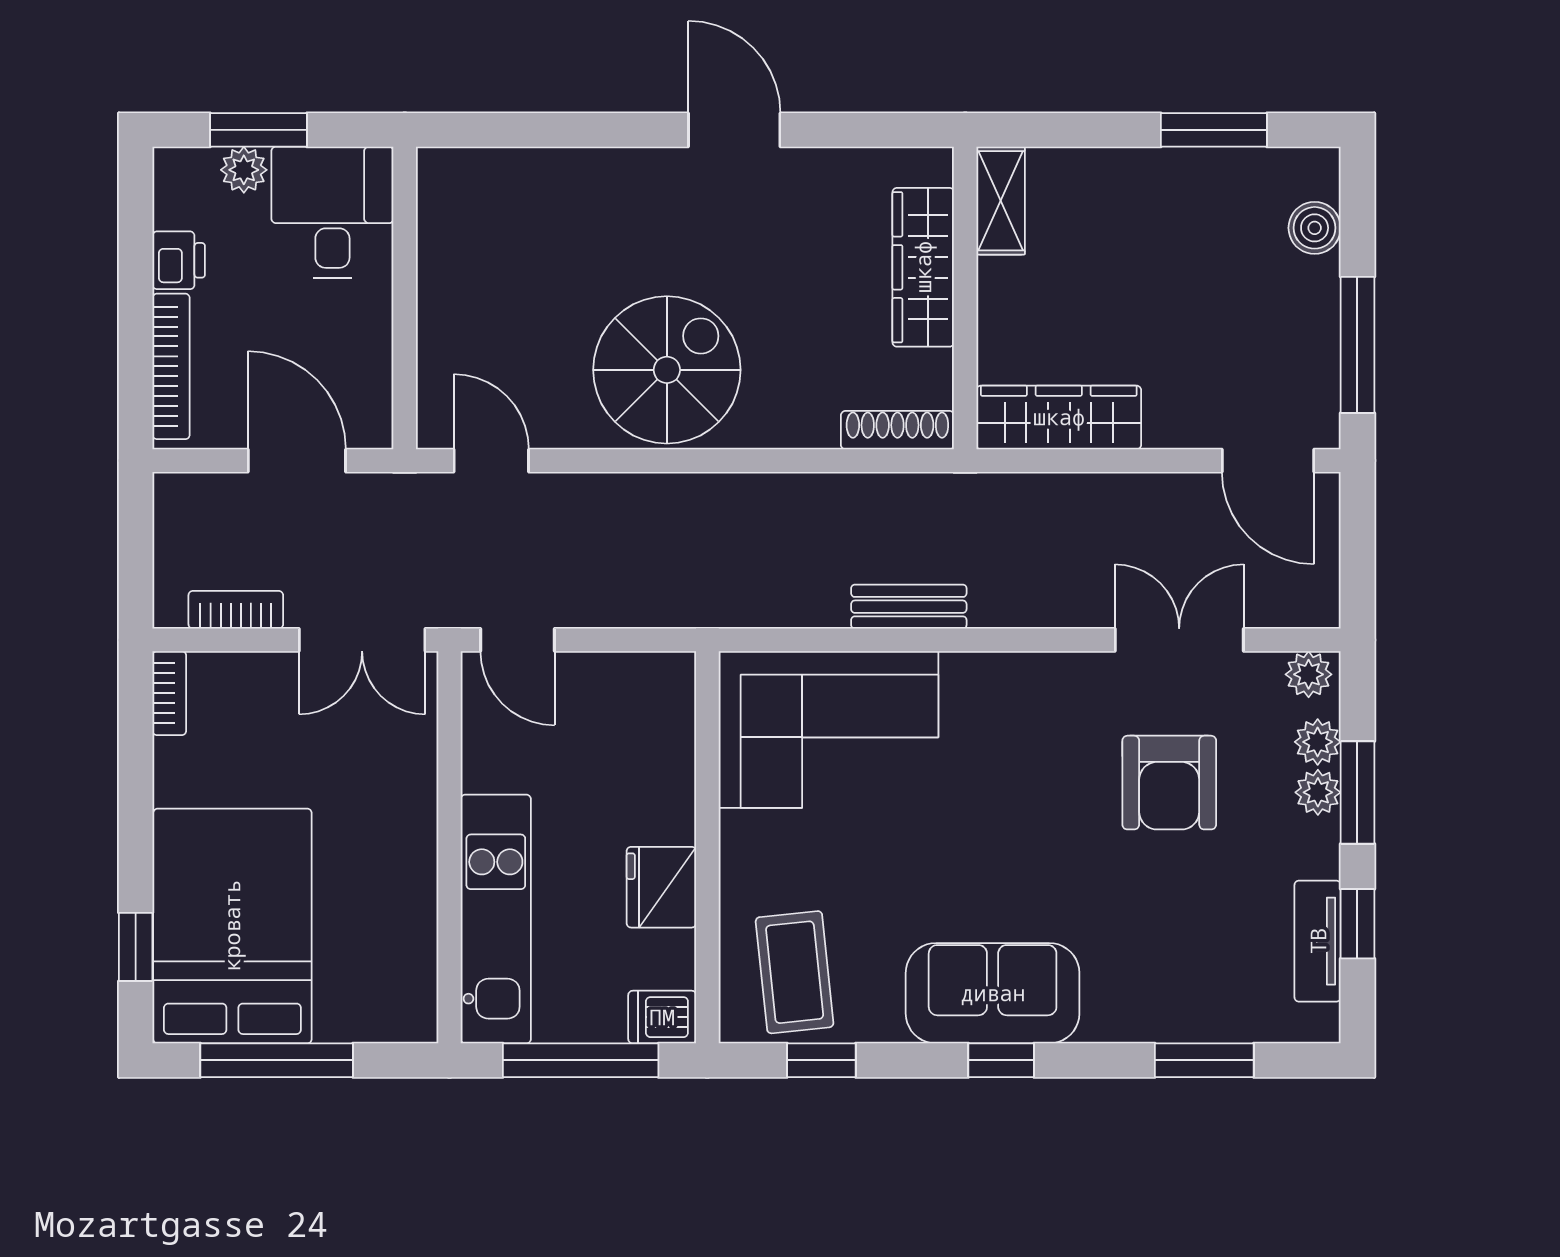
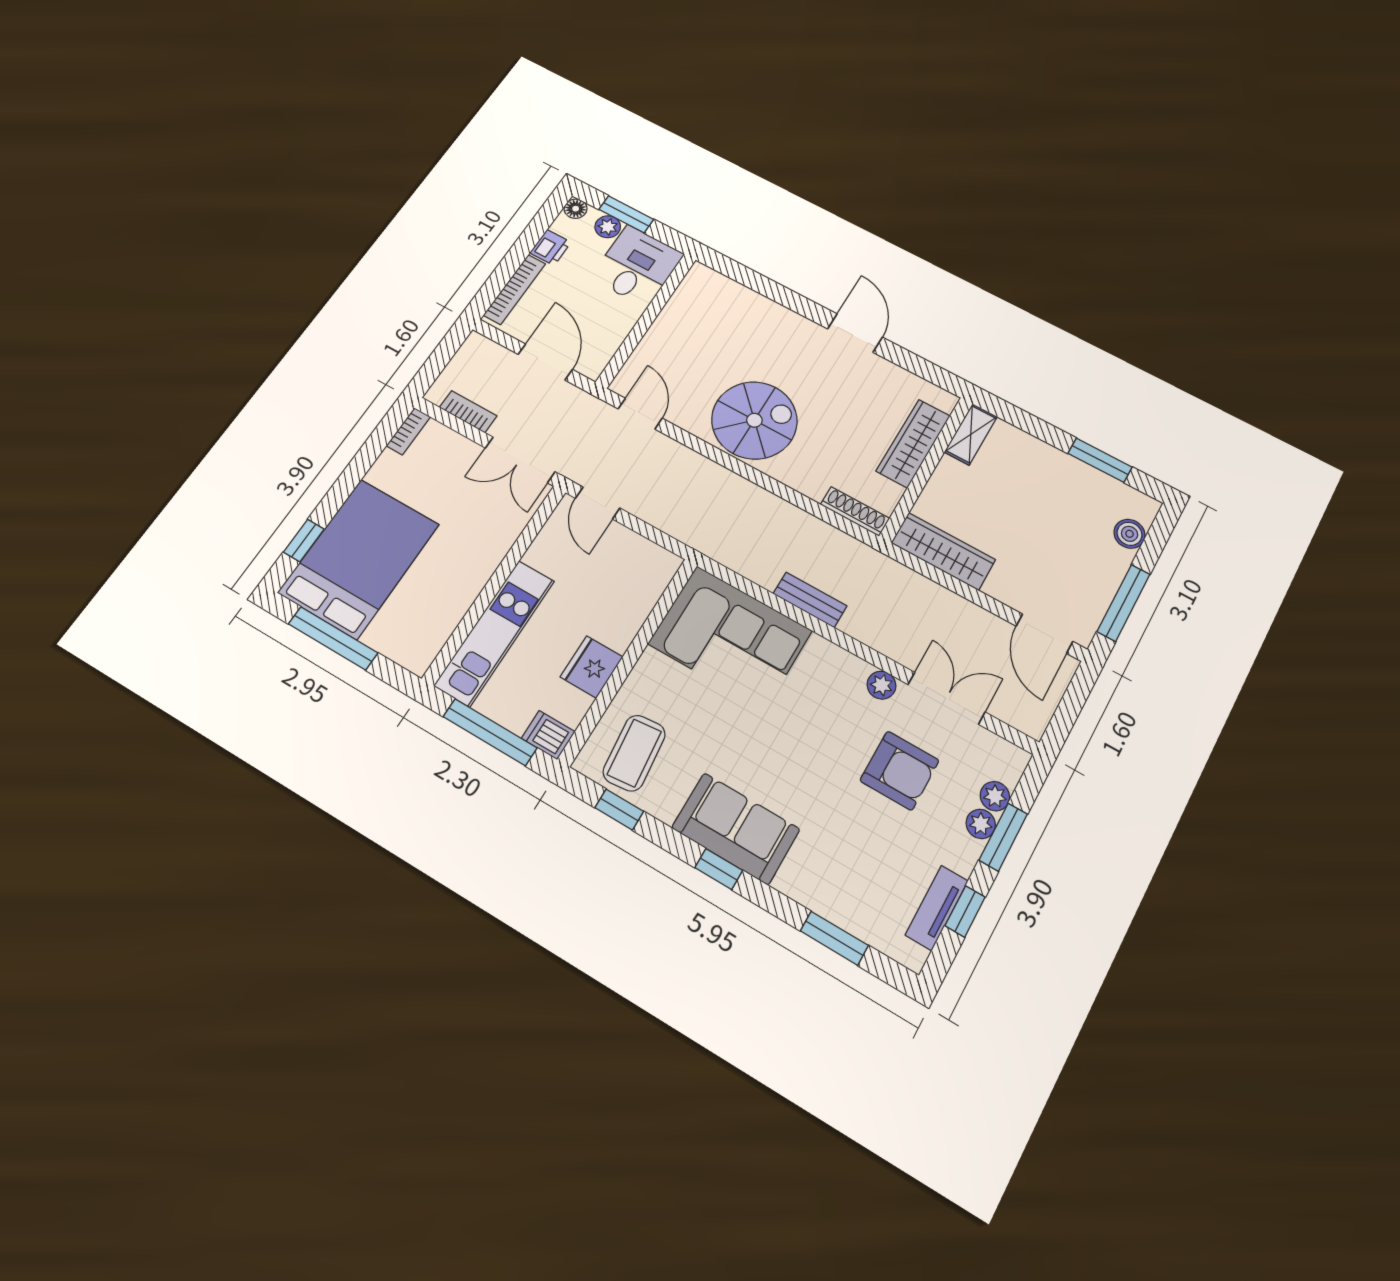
floor lamp: (173, 167) -> (576, 209), added
plant: (1309, 674) -> (881, 685), moved
armchair: (1169, 783) -> (900, 771), turned -90

